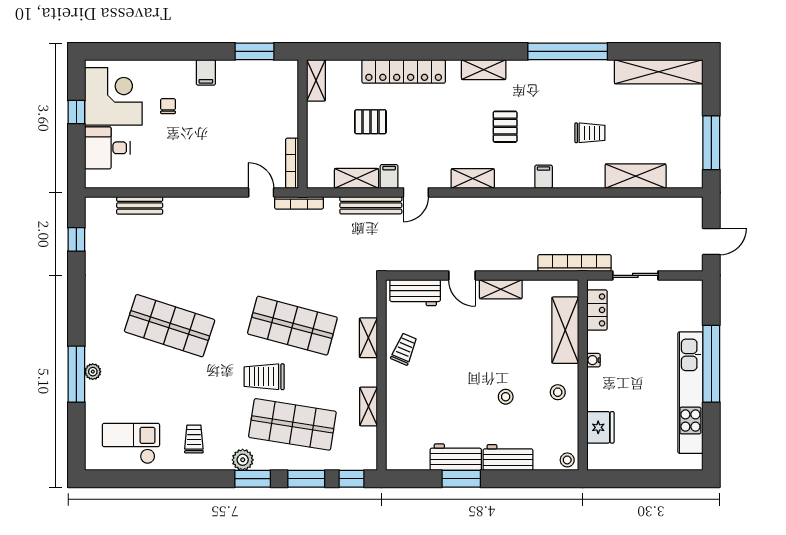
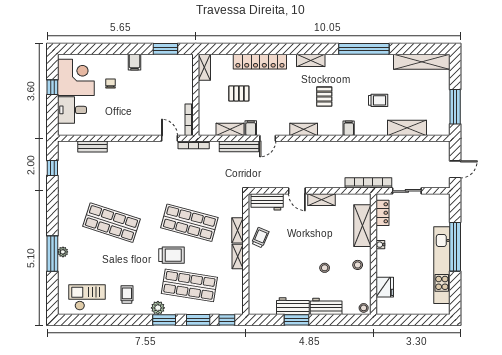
trolley: (264, 377) -> (171, 255), turned 180
shelving: (369, 407) -> (238, 256), moved

